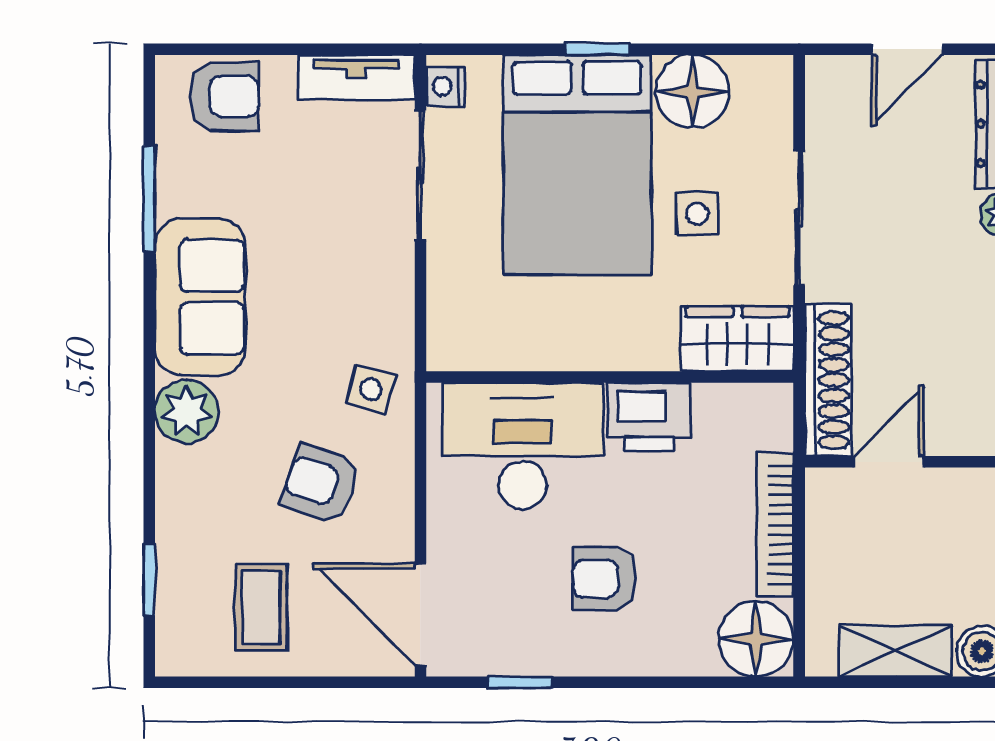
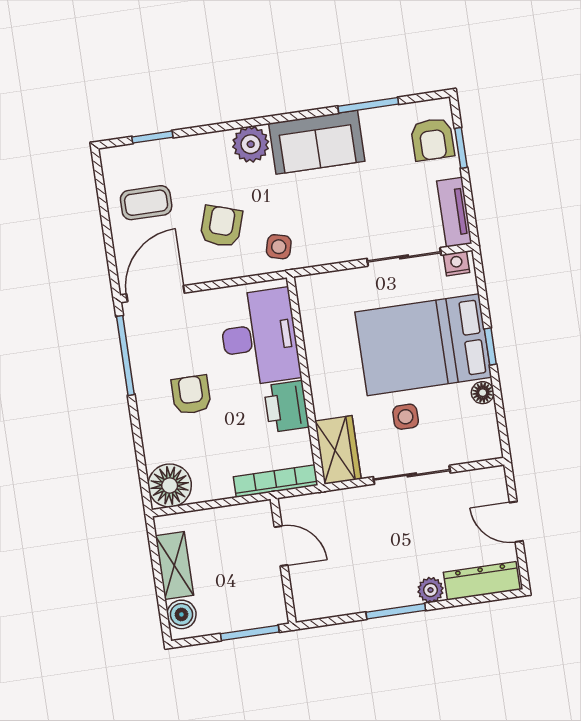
window: (247, 49) -> (461, 148), added
floor lamp: (692, 92) -> (483, 393), width x0.53, depth x0.53
shoe rack: (828, 380) -> (322, 505), removed
bookcase: (775, 525) -> (276, 481), moved
window: (520, 682) -> (125, 355), width x2.17

